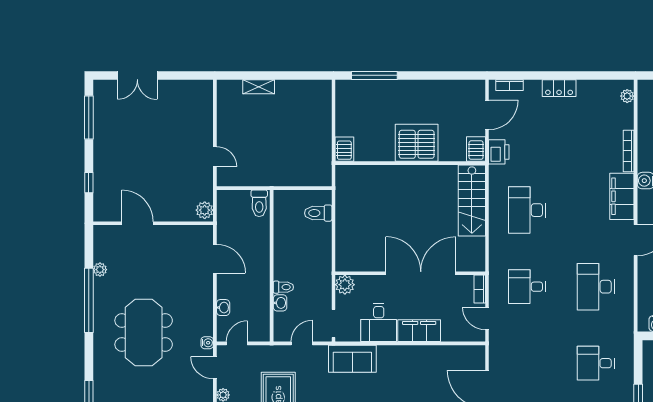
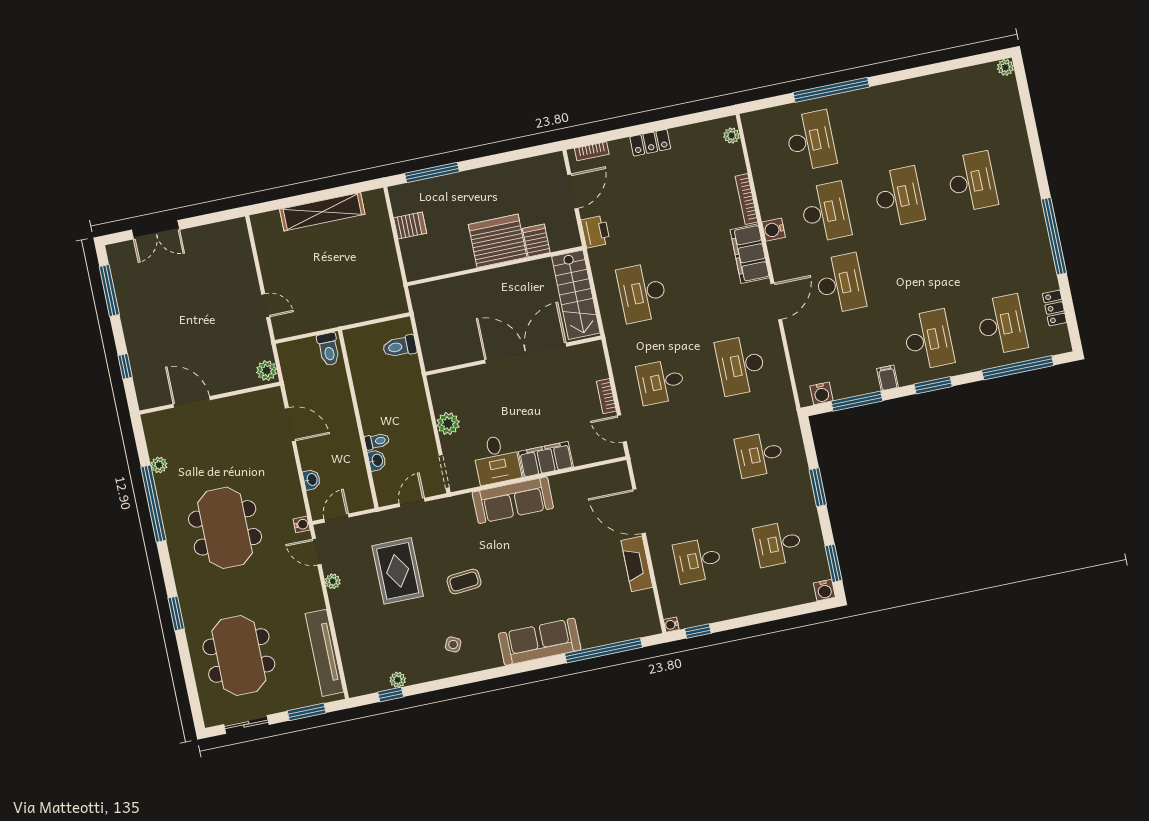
shelving: (259, 87) -> (322, 212), width x2.20, depth x1.33
server rack: (344, 149) -> (410, 225), moved, turned 90
server rack: (476, 149) -> (536, 240), moved
wall: (410, 273) -> (513, 356), moved
double door: (421, 273) -> (526, 353), moved
sofa: (352, 359) -> (513, 500), moved, width x1.36

